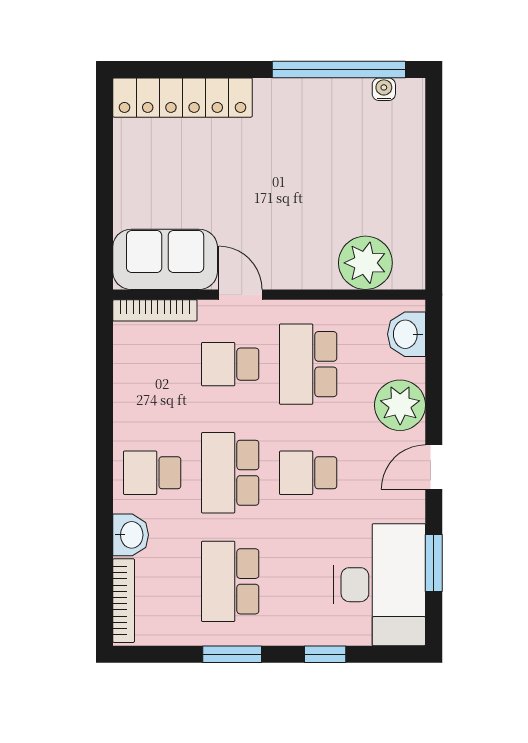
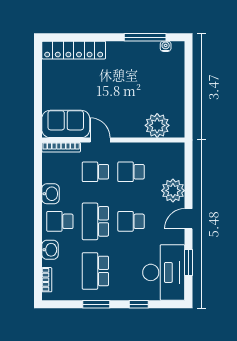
window: (339, 69) -> (145, 37), width x0.68
washbasin: (406, 334) -> (51, 194), moved, turned 180
school desk: (308, 364) -> (131, 172), width x0.54
bookcase: (124, 601) -> (47, 280), width x0.64

